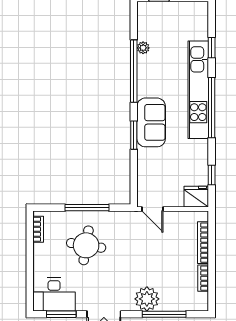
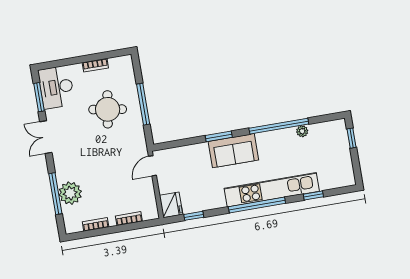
bookcase: (38, 229) -> (95, 65), moved
bookcase: (203, 243) -> (129, 219), width x0.64
plant: (147, 299) -> (70, 193), moved

